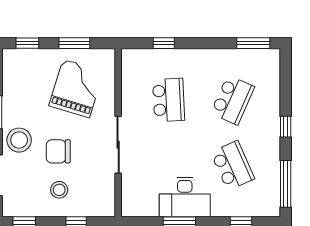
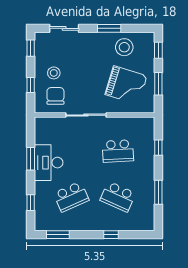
window: (253, 43) -> (158, 192), moved
window: (286, 127) -> (111, 235), moved
stool: (19, 140) -> (124, 47), moved
chair: (58, 151) -> (55, 96), moved
window: (286, 184) -> (58, 235), width x0.69

